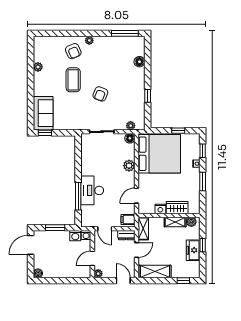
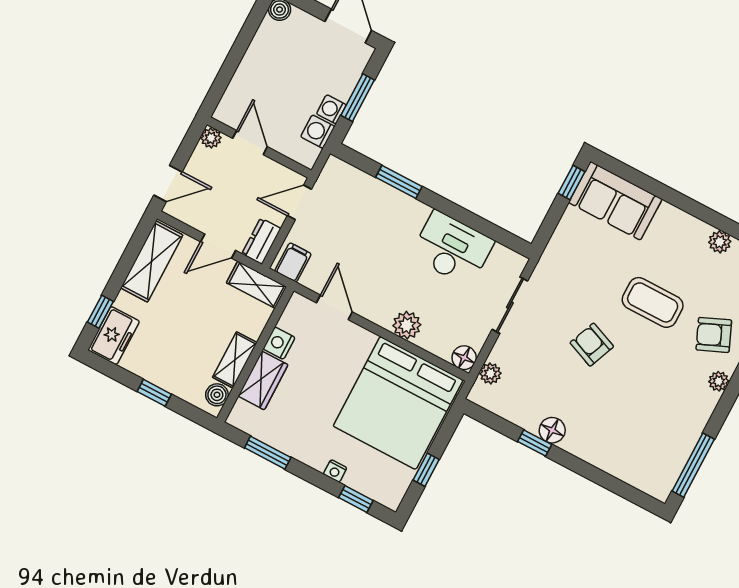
floor lamp: (139, 62) -> (552, 430), moved
window: (203, 182) -> (268, 453), moved
desk: (92, 190) -> (452, 249), moved
window: (78, 196) -> (399, 182), width x0.69
washing machine: (86, 235) -> (331, 109), moved
door: (136, 250) -> (218, 246), hinge flipped
freezer: (193, 250) -> (114, 336), moved, turned 90

